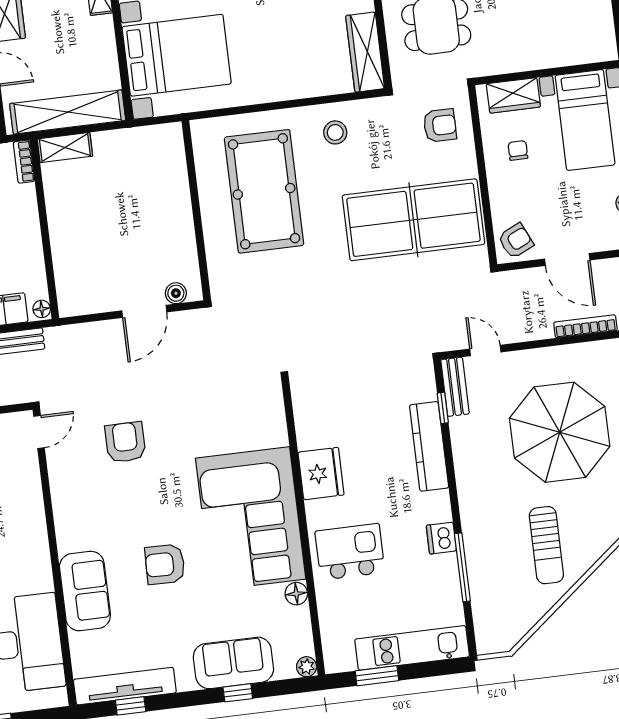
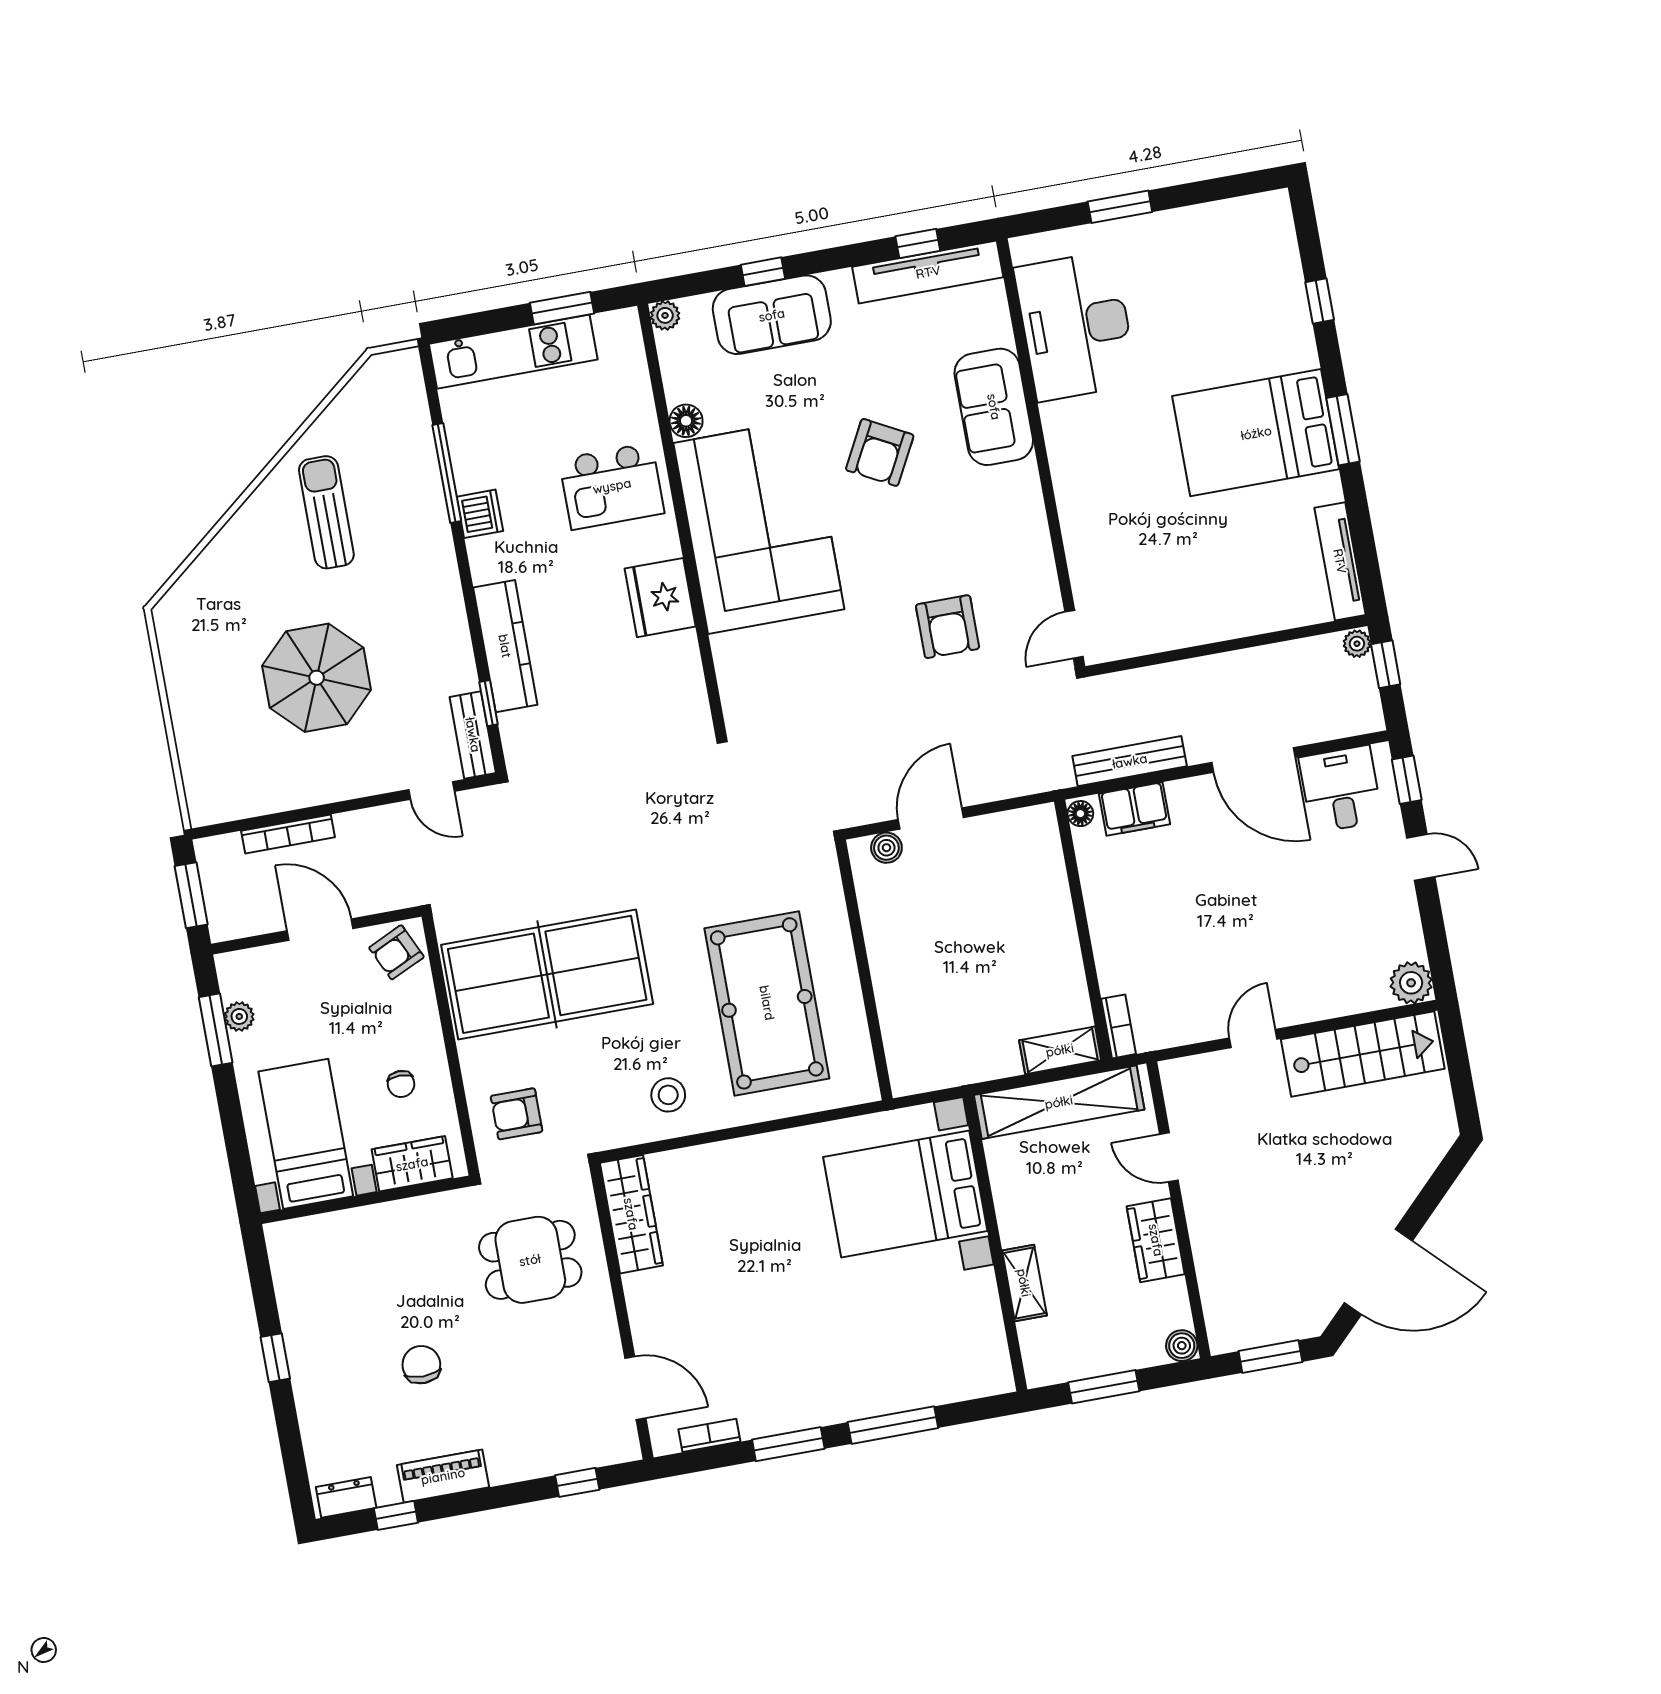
parasol: (560, 432) -> (317, 678), width x0.73, depth x0.73
armchair: (165, 564) -> (880, 452), turned 117

